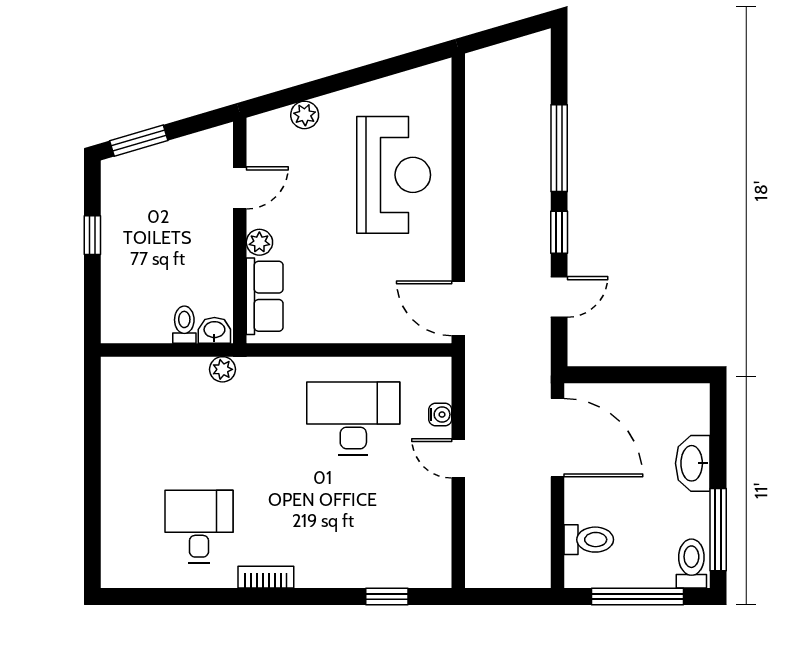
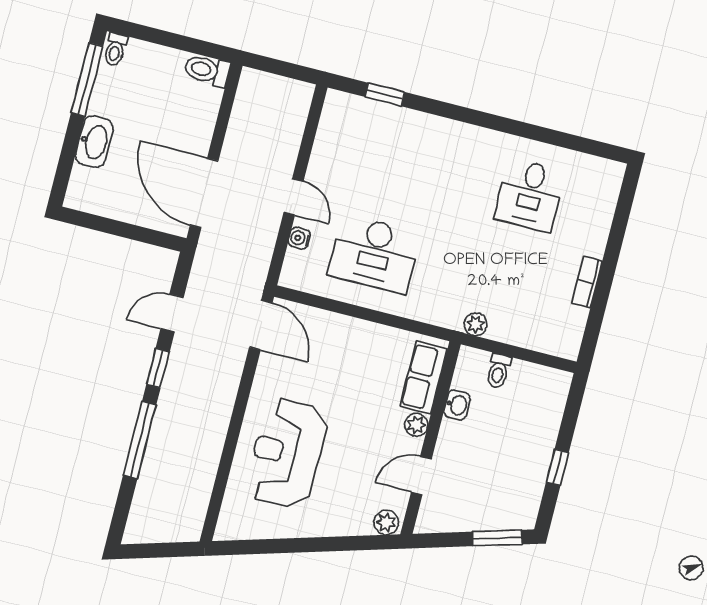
plant: (305, 115) -> (386, 522), moved
washbasin: (214, 330) -> (457, 405), moved, turned -90
toilet: (589, 540) -> (207, 70), moved
toilet: (691, 564) -> (115, 49), width x0.73, depth x0.72
bookcase: (266, 577) -> (587, 282), moved, turned 90
window: (638, 597) -> (170, 40), removed

